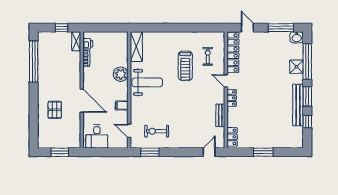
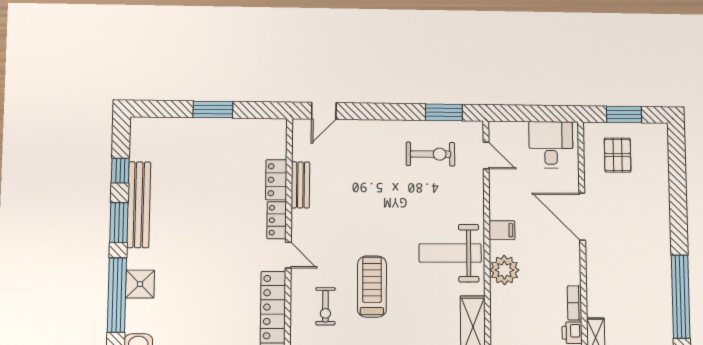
filing cabinet: (122, 105) -> (502, 230), moved
pallet: (55, 110) -> (618, 155), moved
locker: (232, 137) -> (276, 180), moved

